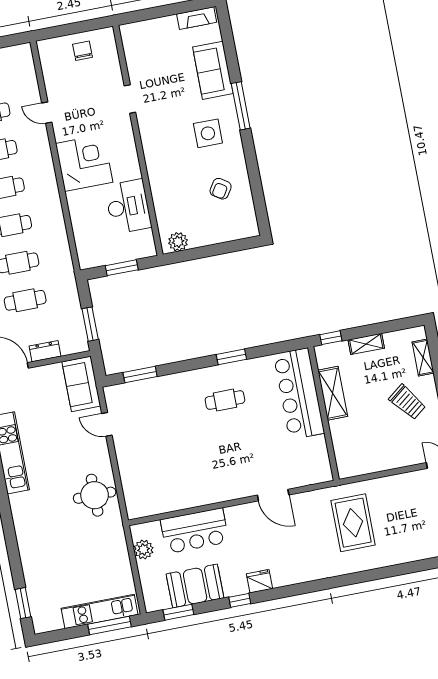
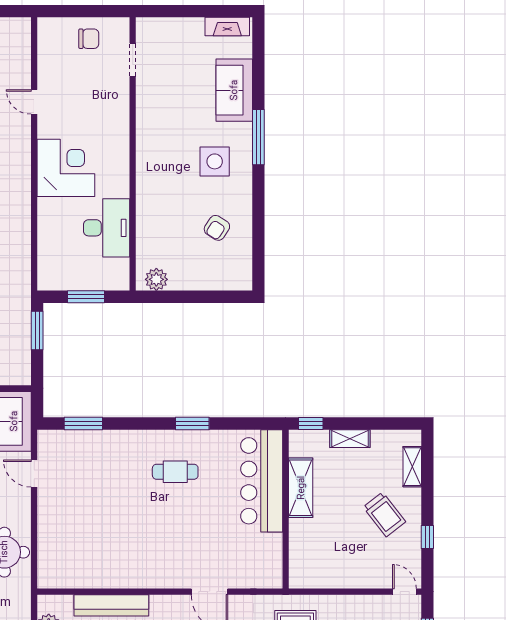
chair: (83, 51) -> (89, 39), turned 90
doorway: (130, 99) -> (133, 60), moved
window: (90, 324) -> (37, 330), moved

